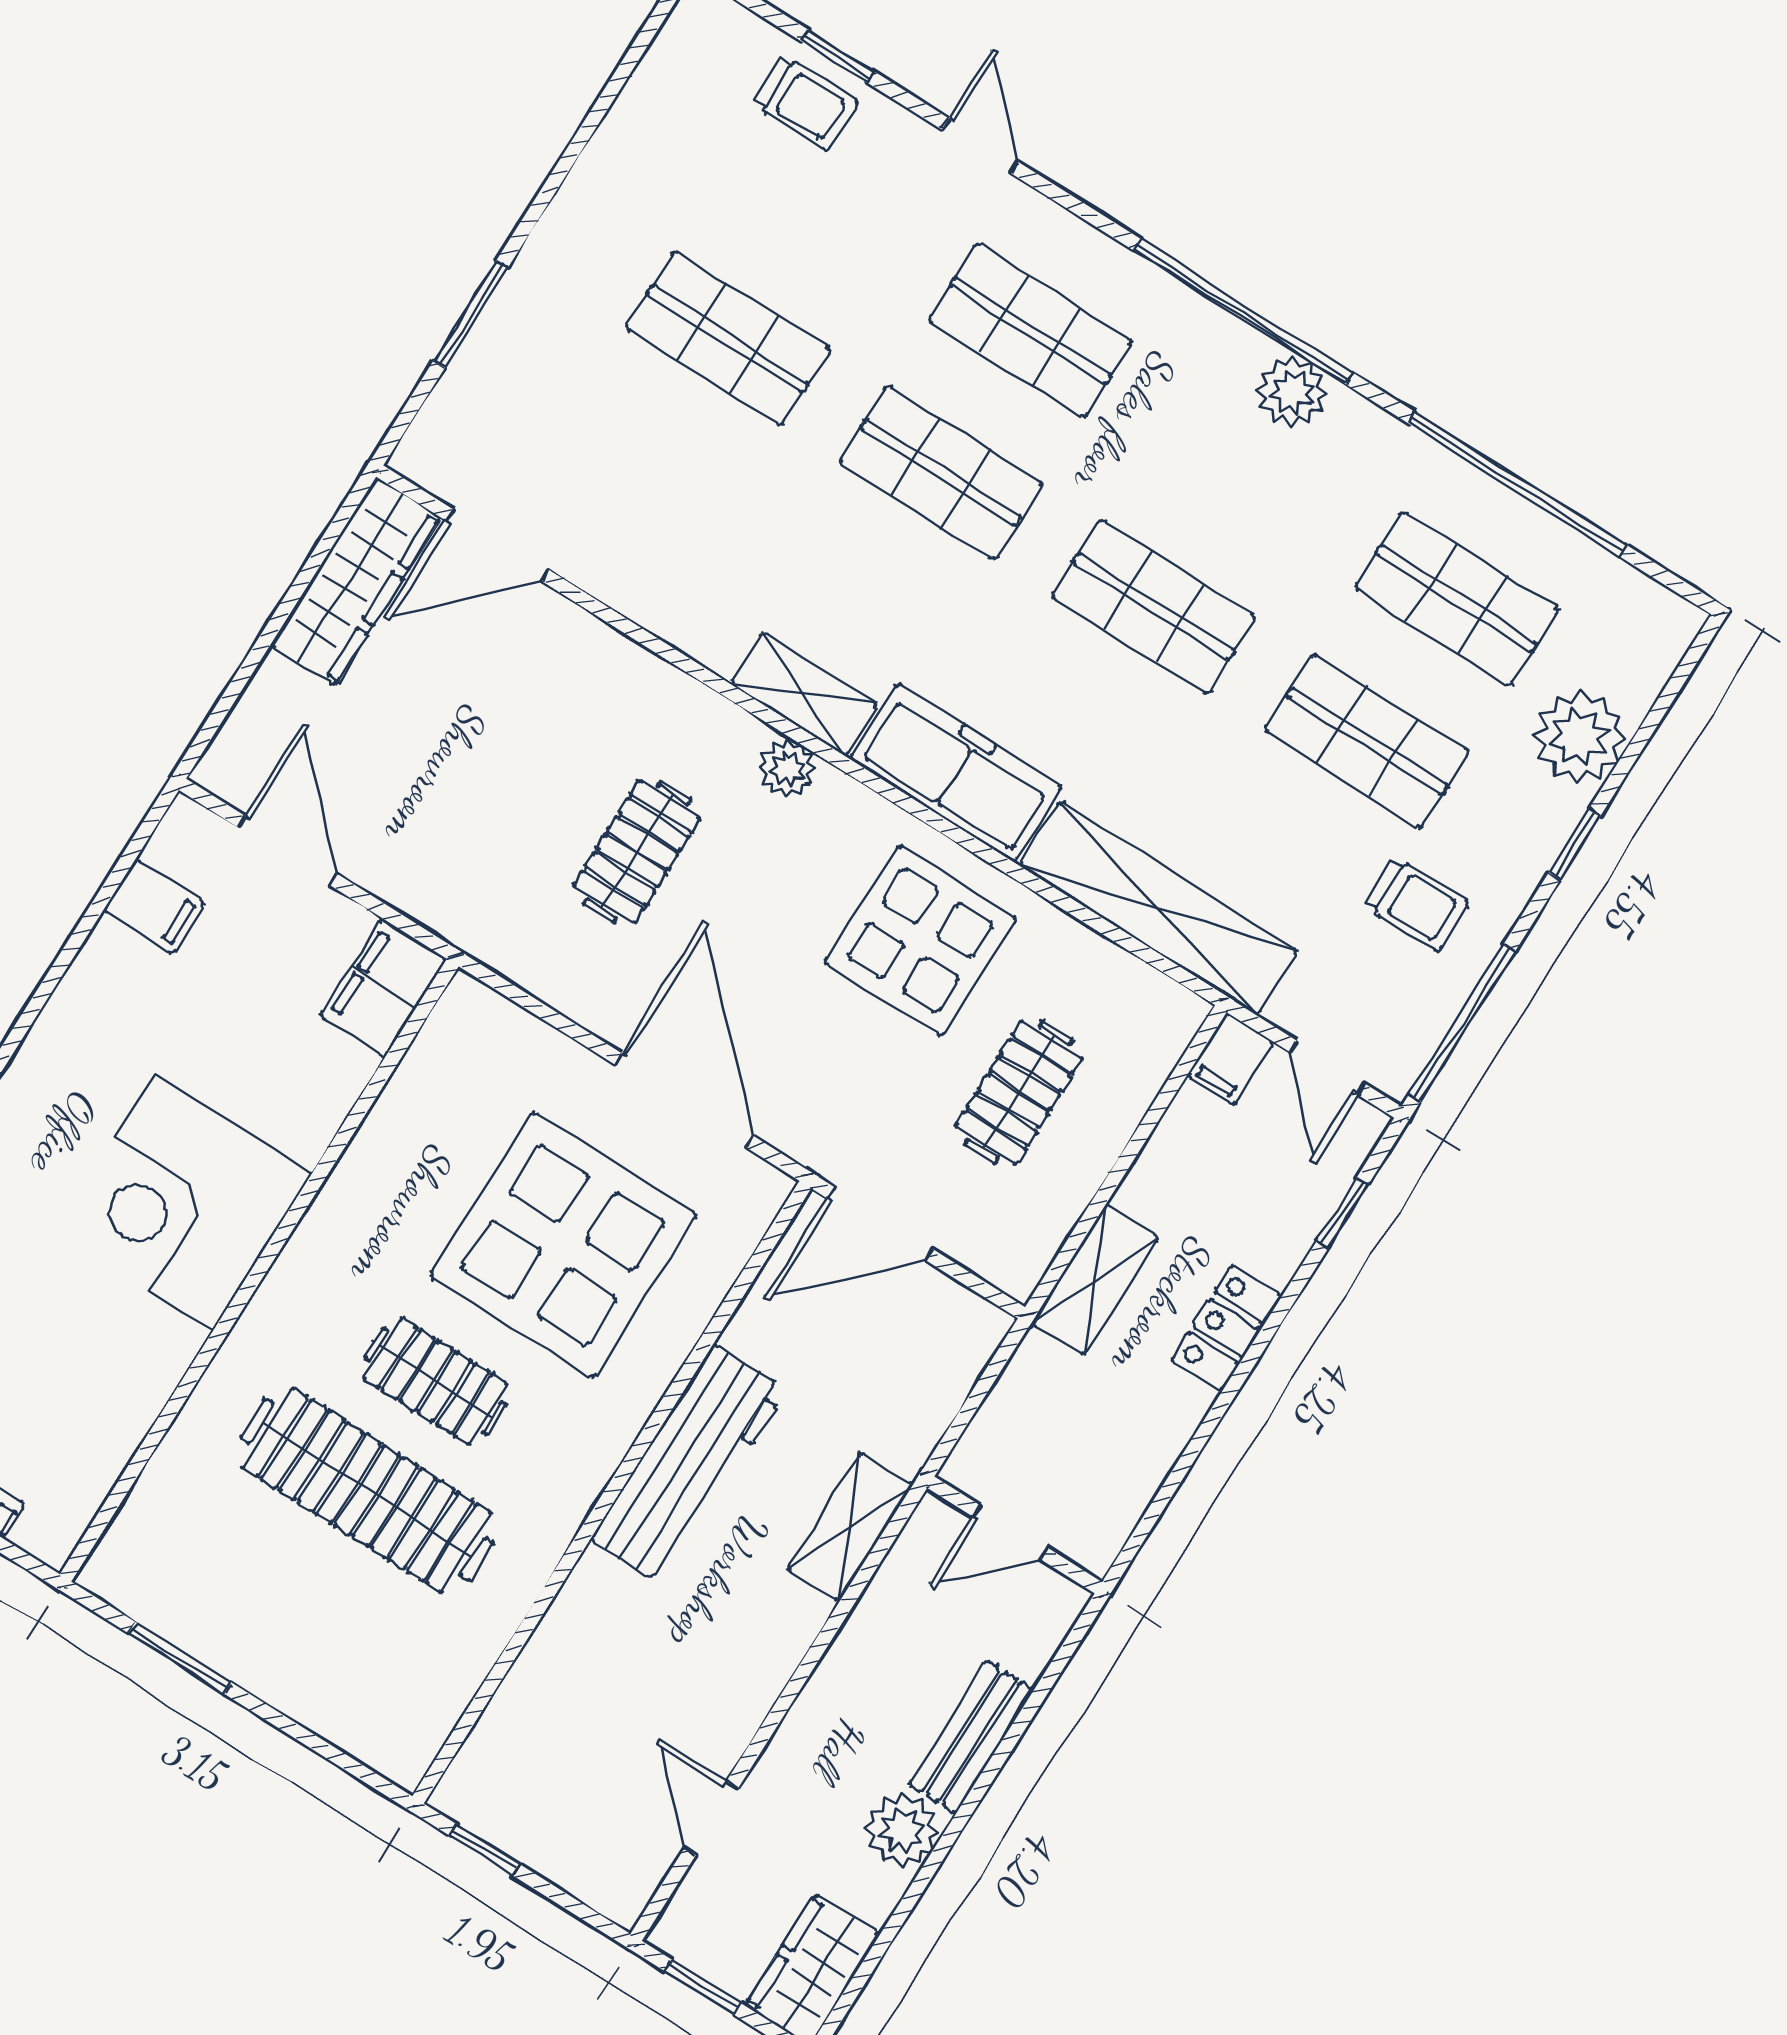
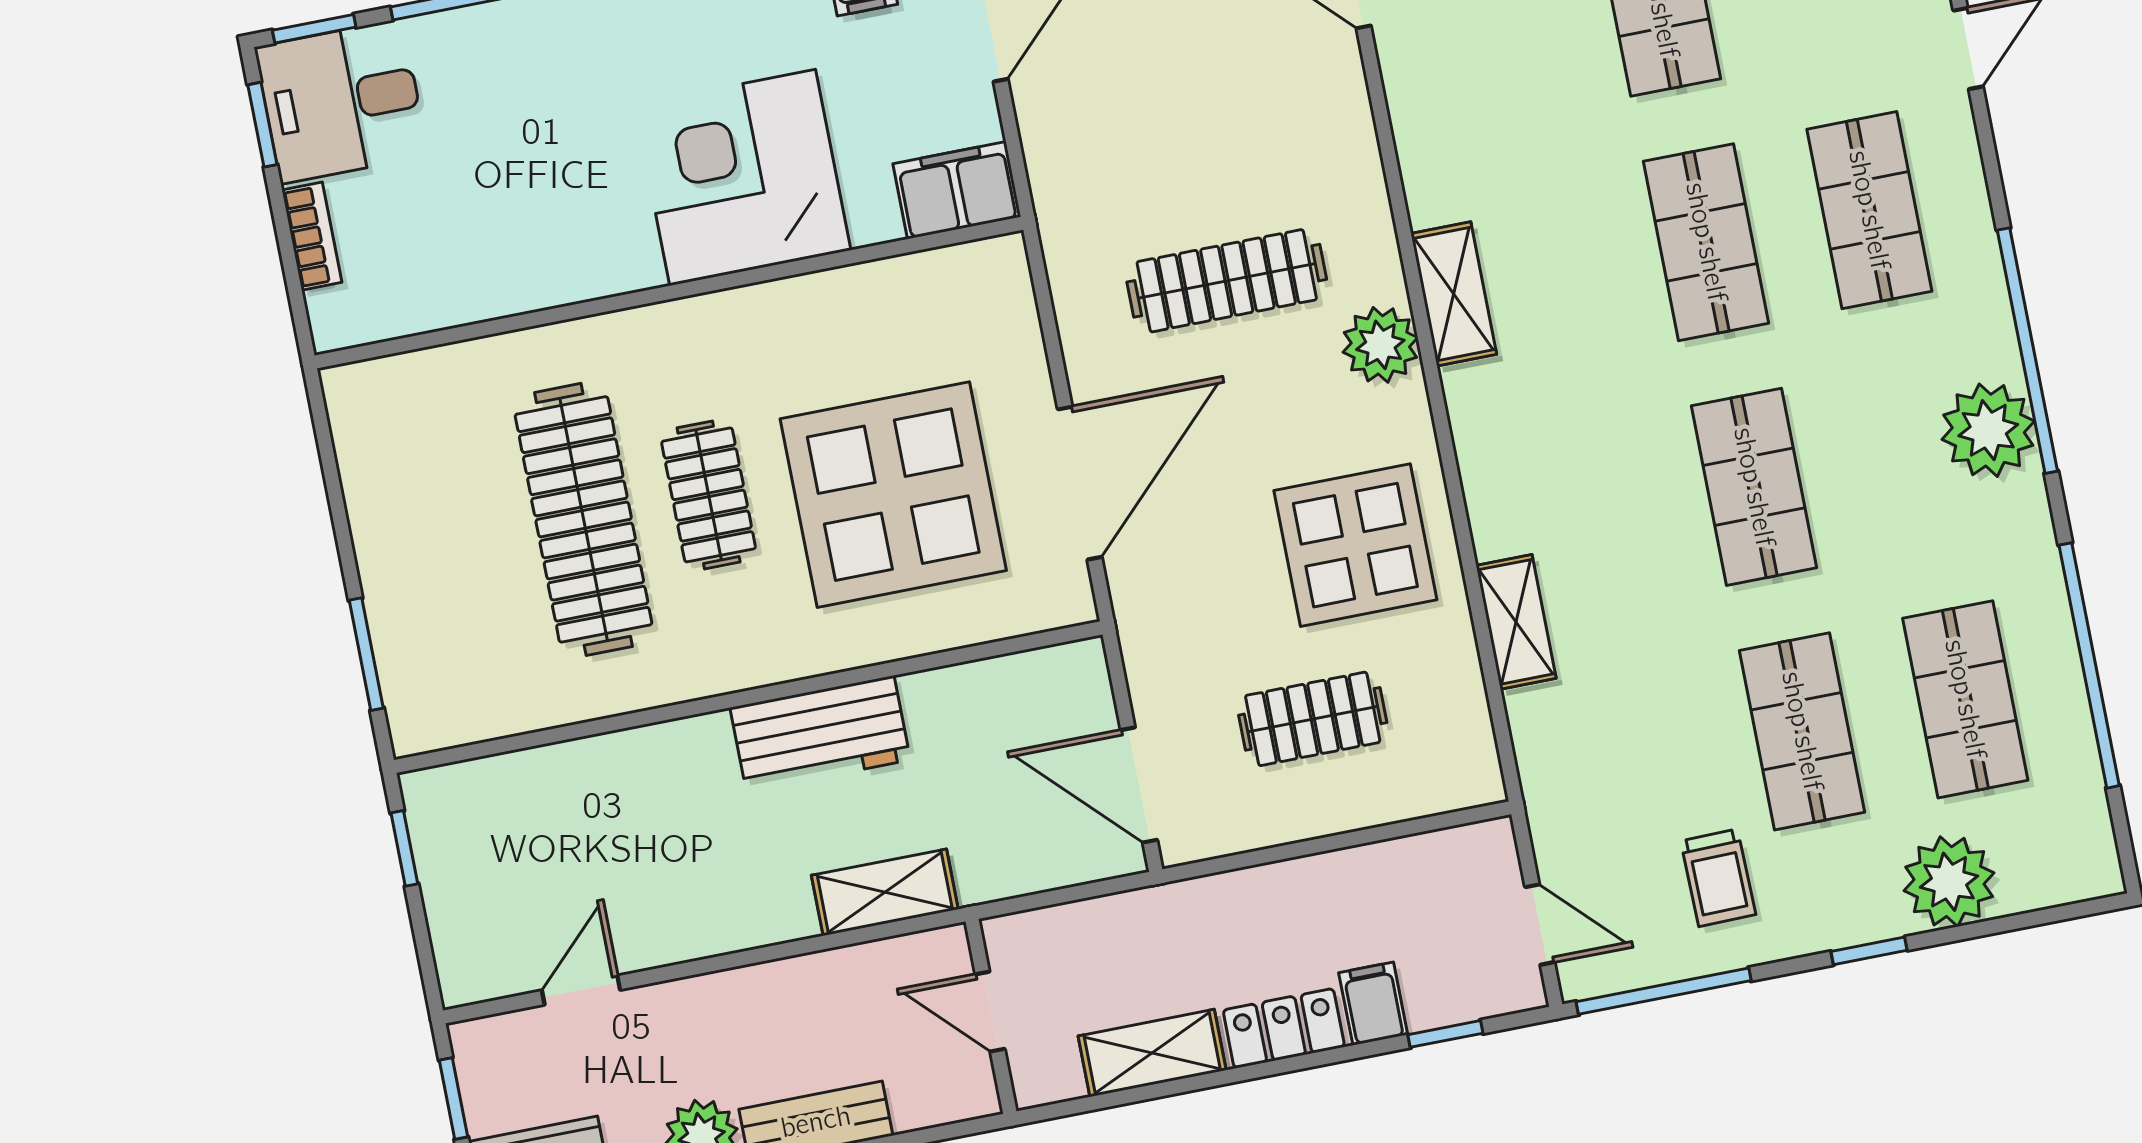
plant: (1292, 391) -> (1988, 430), width x1.36, depth x1.36
plant: (787, 769) -> (1380, 345), width x1.38, depth x1.38
freezer: (956, 773) -> (1500, 457), removed
clothes rail: (637, 852) -> (1227, 281), width x1.36
shelving: (1158, 908) -> (1516, 622), width x0.45, depth x0.75
filing cabinet: (1230, 1059) -> (1373, 1004), moved, turned 90
door: (1327, 1068) -> (1540, 925), swing flipped
corner desk: (184, 1203) -> (743, 177), moved
door: (880, 1224) -> (1139, 785), moved
shelving: (1095, 1280) -> (1152, 1053), moved
workbench: (688, 1465) -> (820, 734), width x0.73
window: (180, 1658) -> (366, 654), moved

